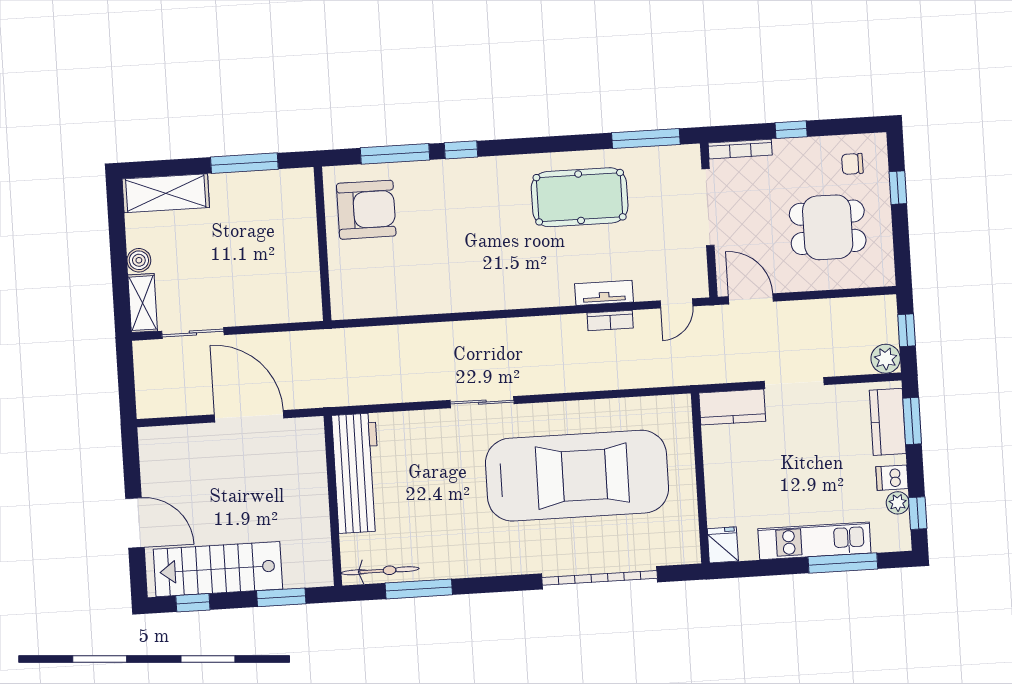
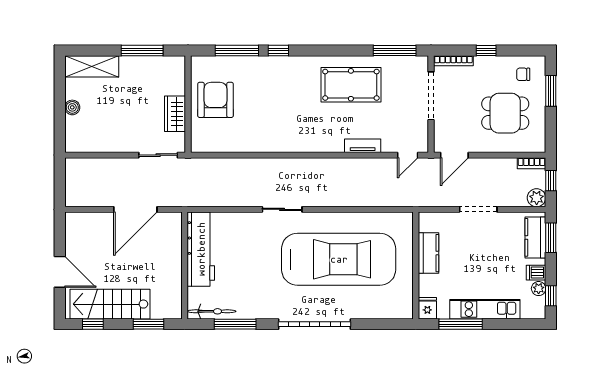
window: (898, 188) -> (551, 91), width x1.50
armchair: (366, 210) -> (215, 100), moved, turned -90
wardrobe: (303, 260) -> (175, 114), added
door: (751, 299) -> (454, 155), swing flipped
shelving: (143, 303) -> (73, 134), removed
bookcase: (610, 321) -> (532, 163), moved
sliding door: (193, 333) -> (158, 155), moved
kitchen counter: (732, 407) -> (428, 253), moved, turned -90
door: (249, 416) -> (135, 209), swing flipped
window: (843, 563) -> (461, 324), moved
garage door: (600, 578) -> (315, 324), moved

